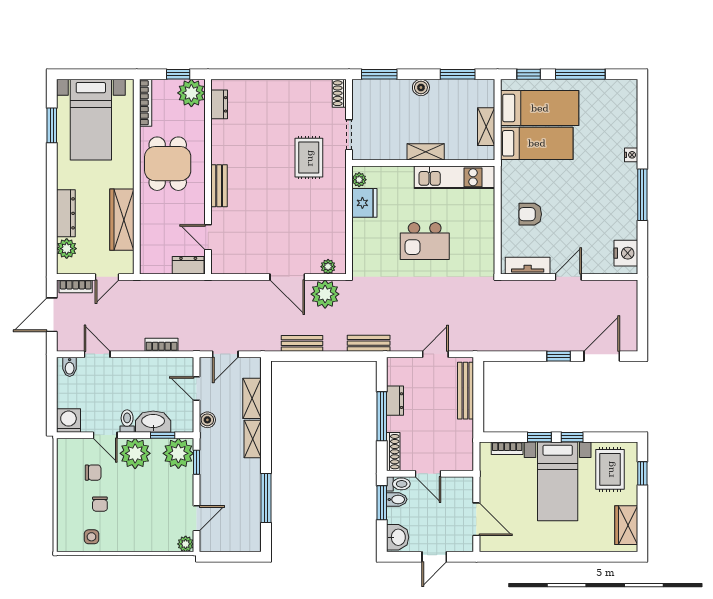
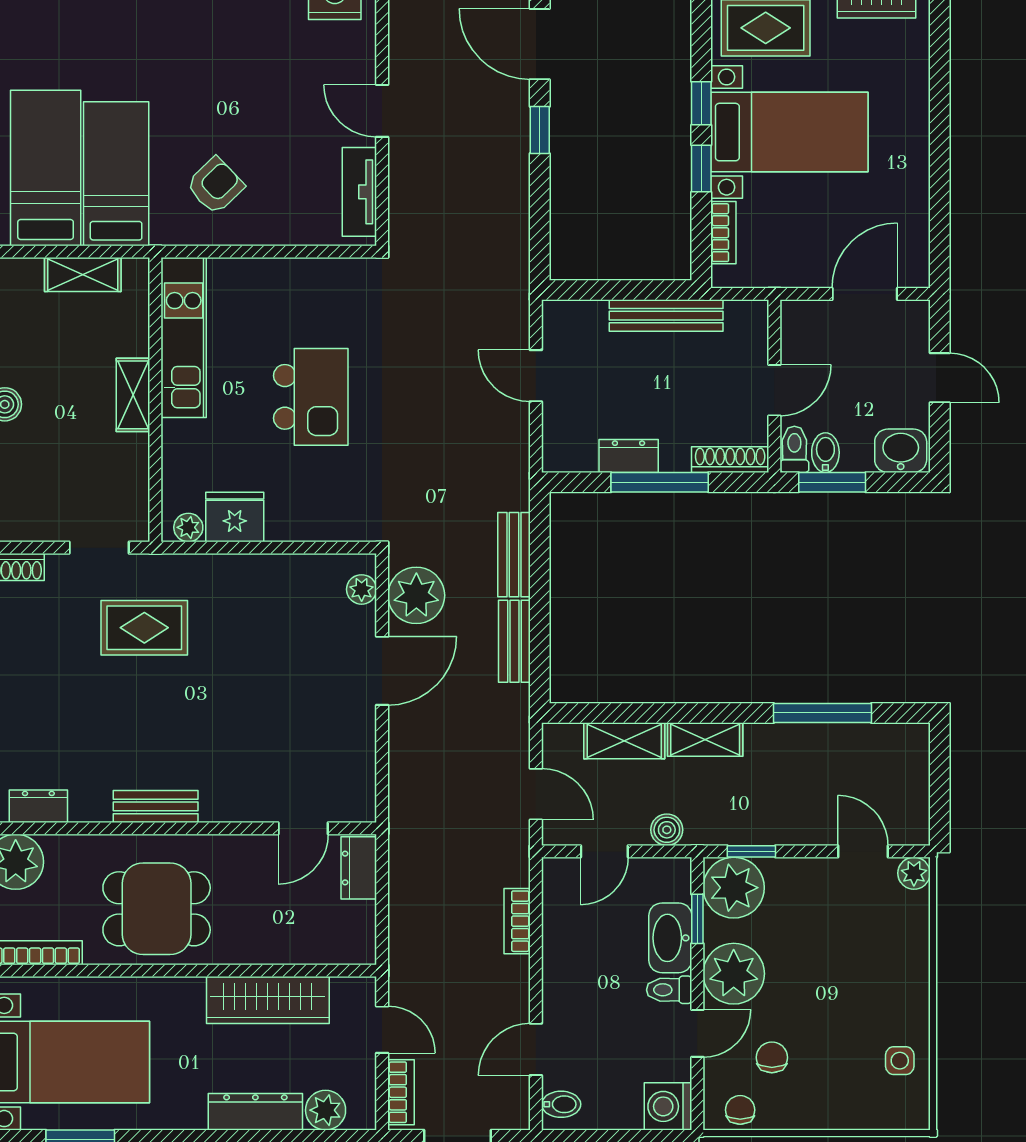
bench: (219, 186) -> (156, 806), moved
armchair: (530, 214) -> (215, 186), moved, turned -134
bench: (369, 343) -> (514, 555), moved
bench: (466, 391) -> (666, 316), moved
chair: (100, 504) -> (740, 1110), moved, turned -90

